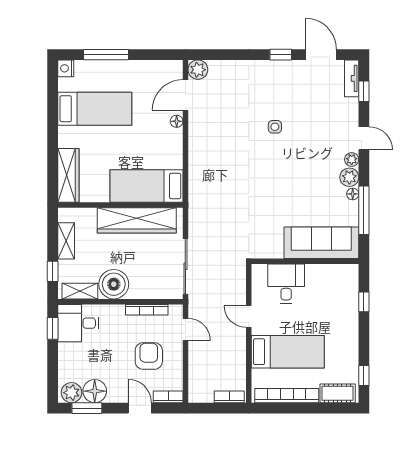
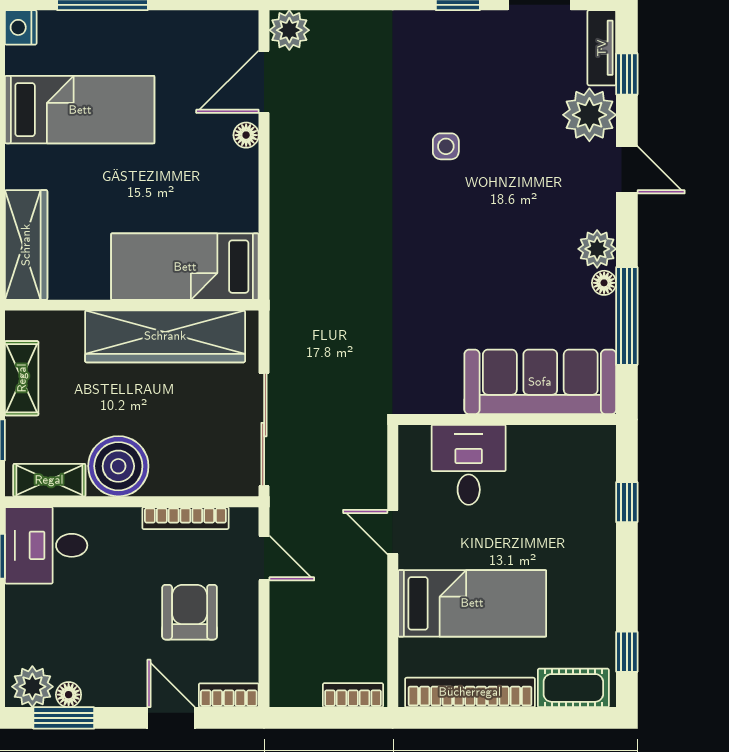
plant: (352, 160) -> (589, 115), moved, width x1.87, depth x1.87
floor lamp: (95, 391) -> (69, 695), width x0.53, depth x0.53

